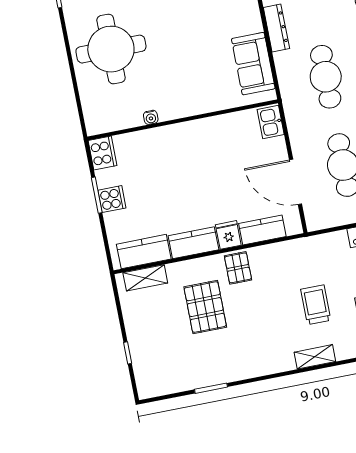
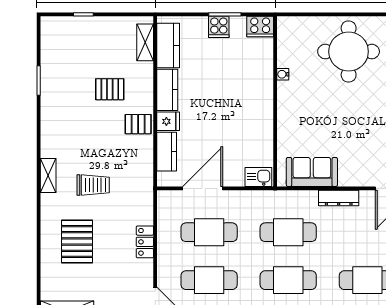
pallet: (205, 307) -> (110, 89), width x0.67, depth x0.71

